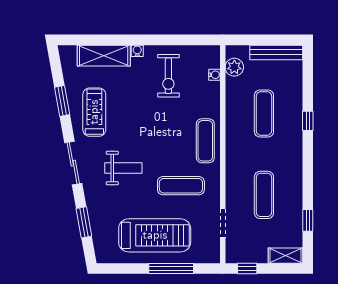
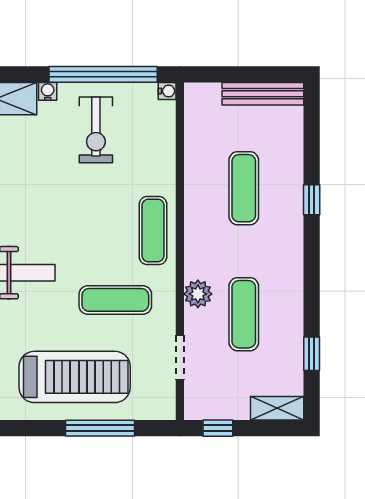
window: (173, 40) -> (103, 74), added
plant: (234, 67) -> (198, 294), moved
water cooler: (214, 75) -> (167, 91), moved

